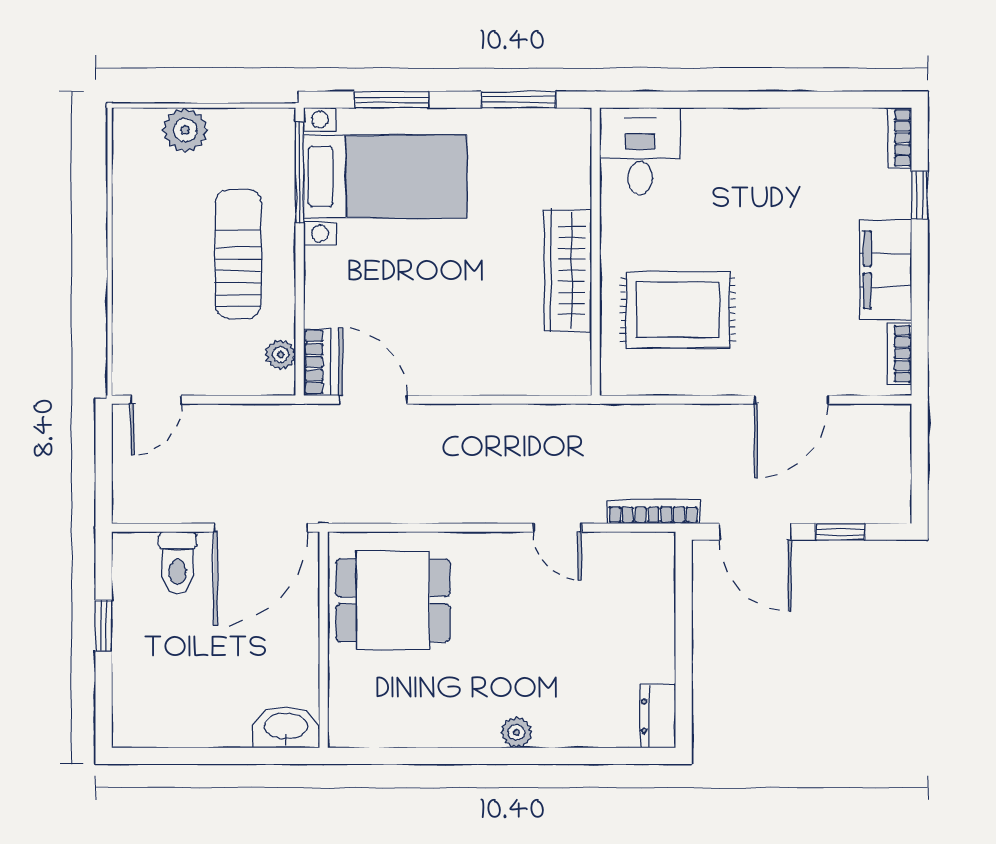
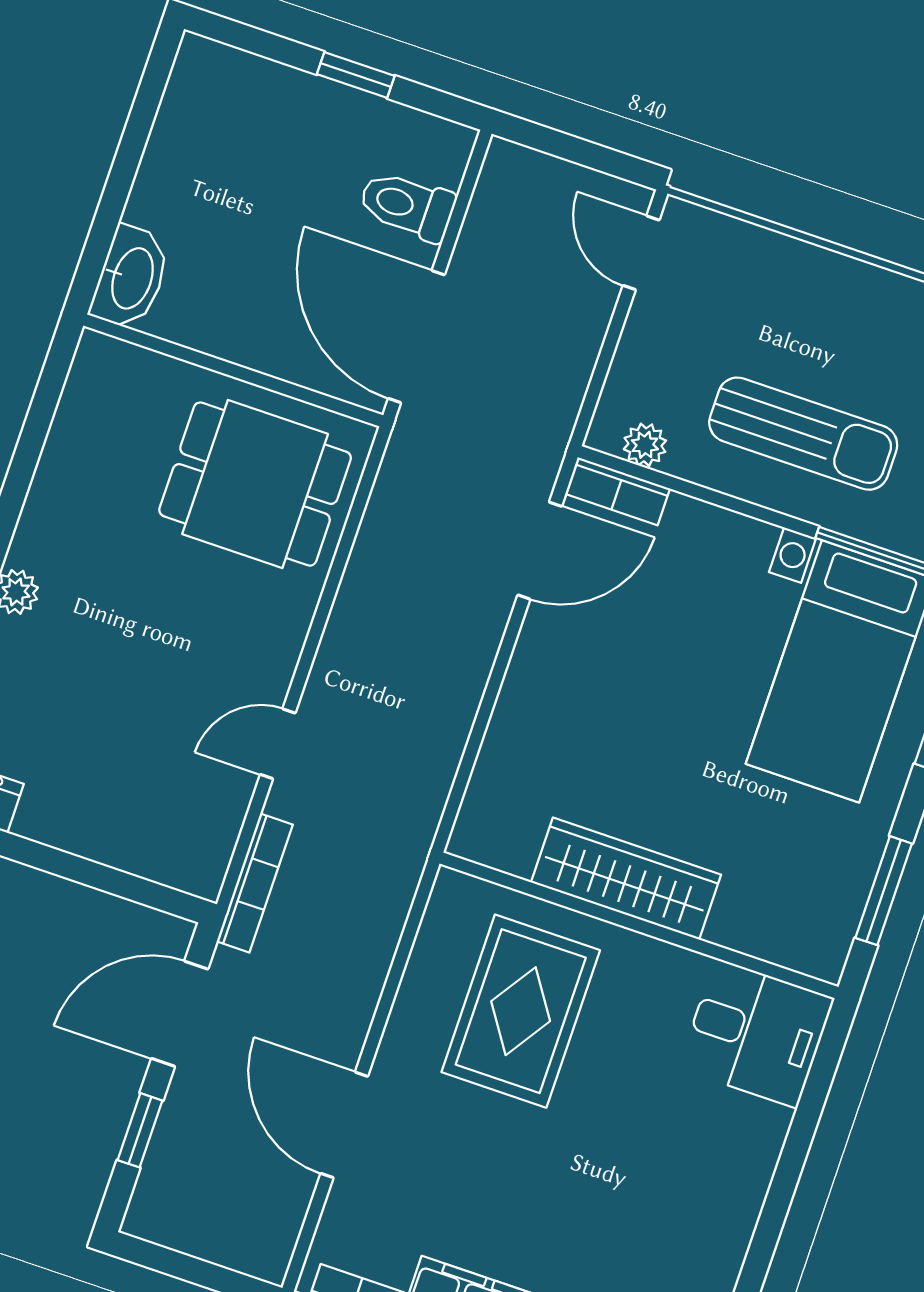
dining table: (393, 600) -> (255, 484), turned 90

